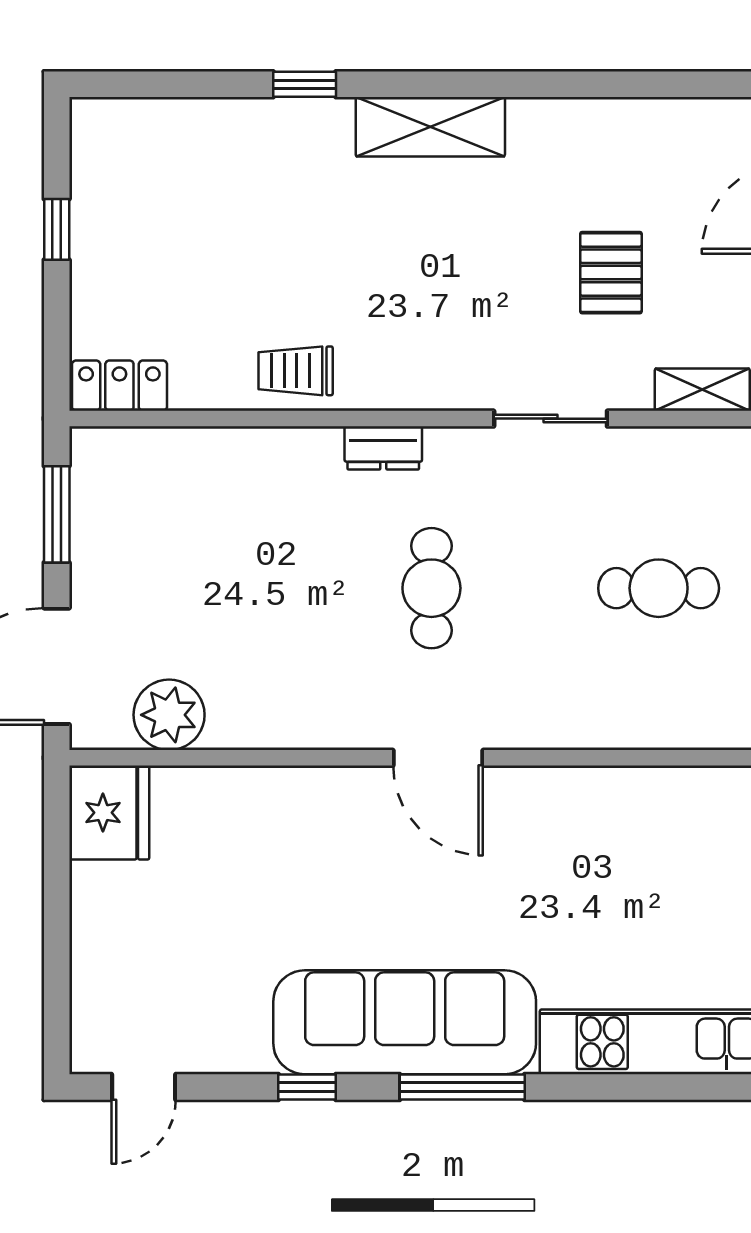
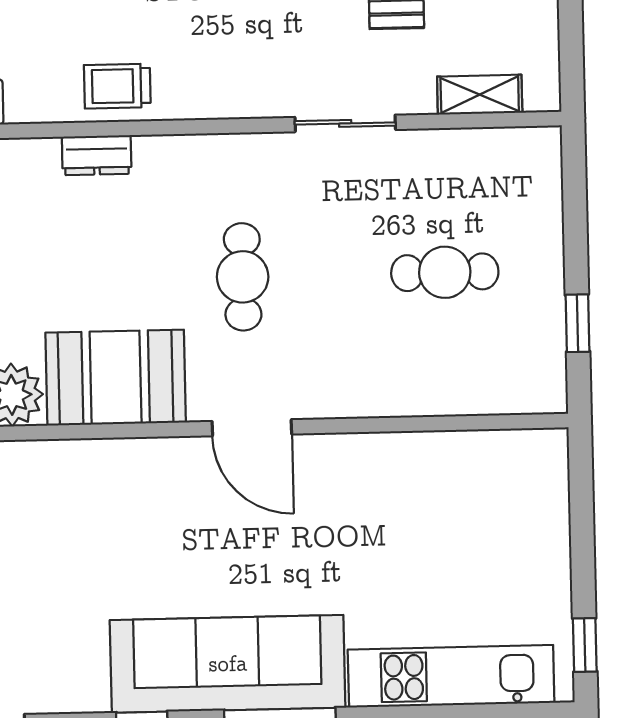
dresser: (383, 448) -> (97, 155), moved
booth: (286, 698) -> (116, 378), added

